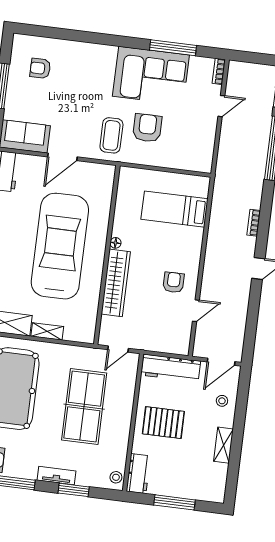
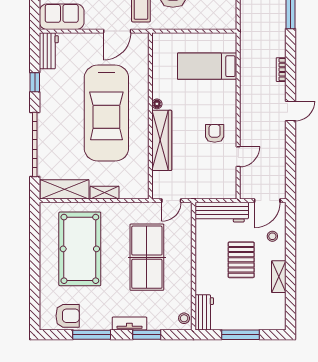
door: (62, 157) -> (117, 31), moved
car: (60, 246) -> (106, 113), turned 180
pallet: (163, 423) -> (241, 260), moved, turned 90

